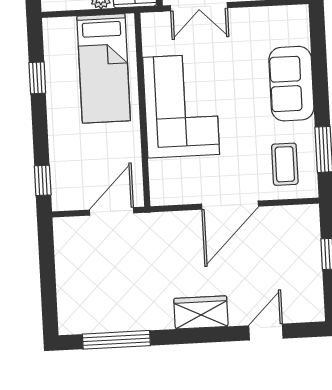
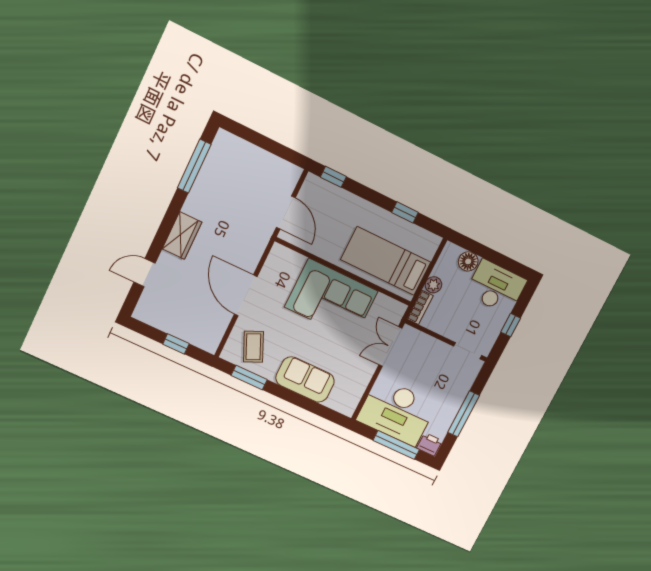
coffee table: (285, 164) -> (253, 347), turned 66
door: (266, 332) -> (144, 273), swing flipped

